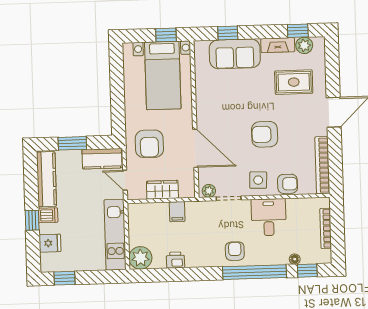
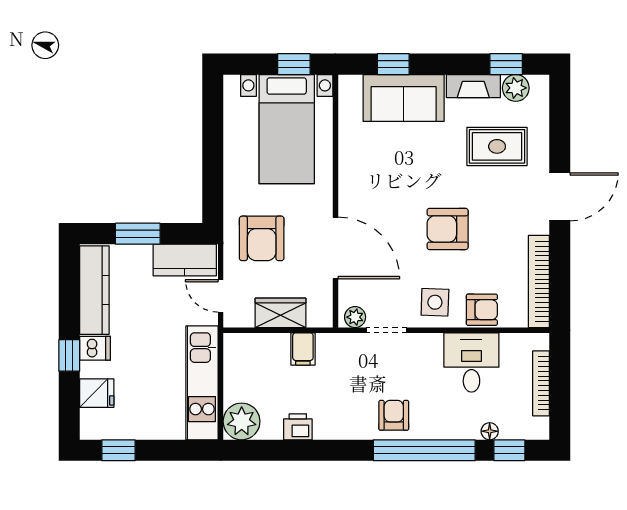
desk: (269, 217) -> (471, 362), moved

